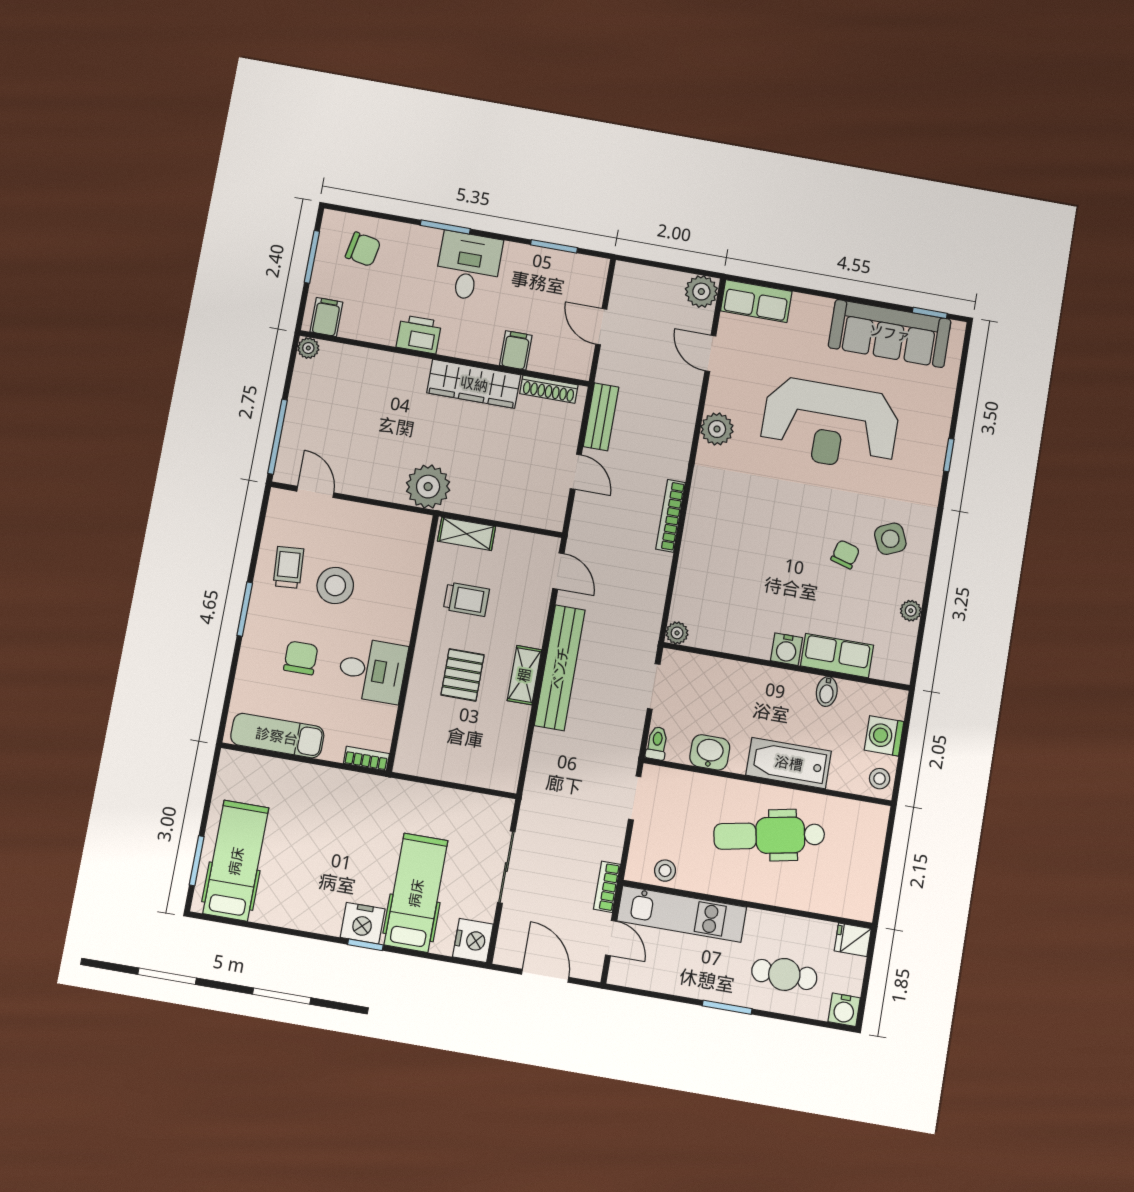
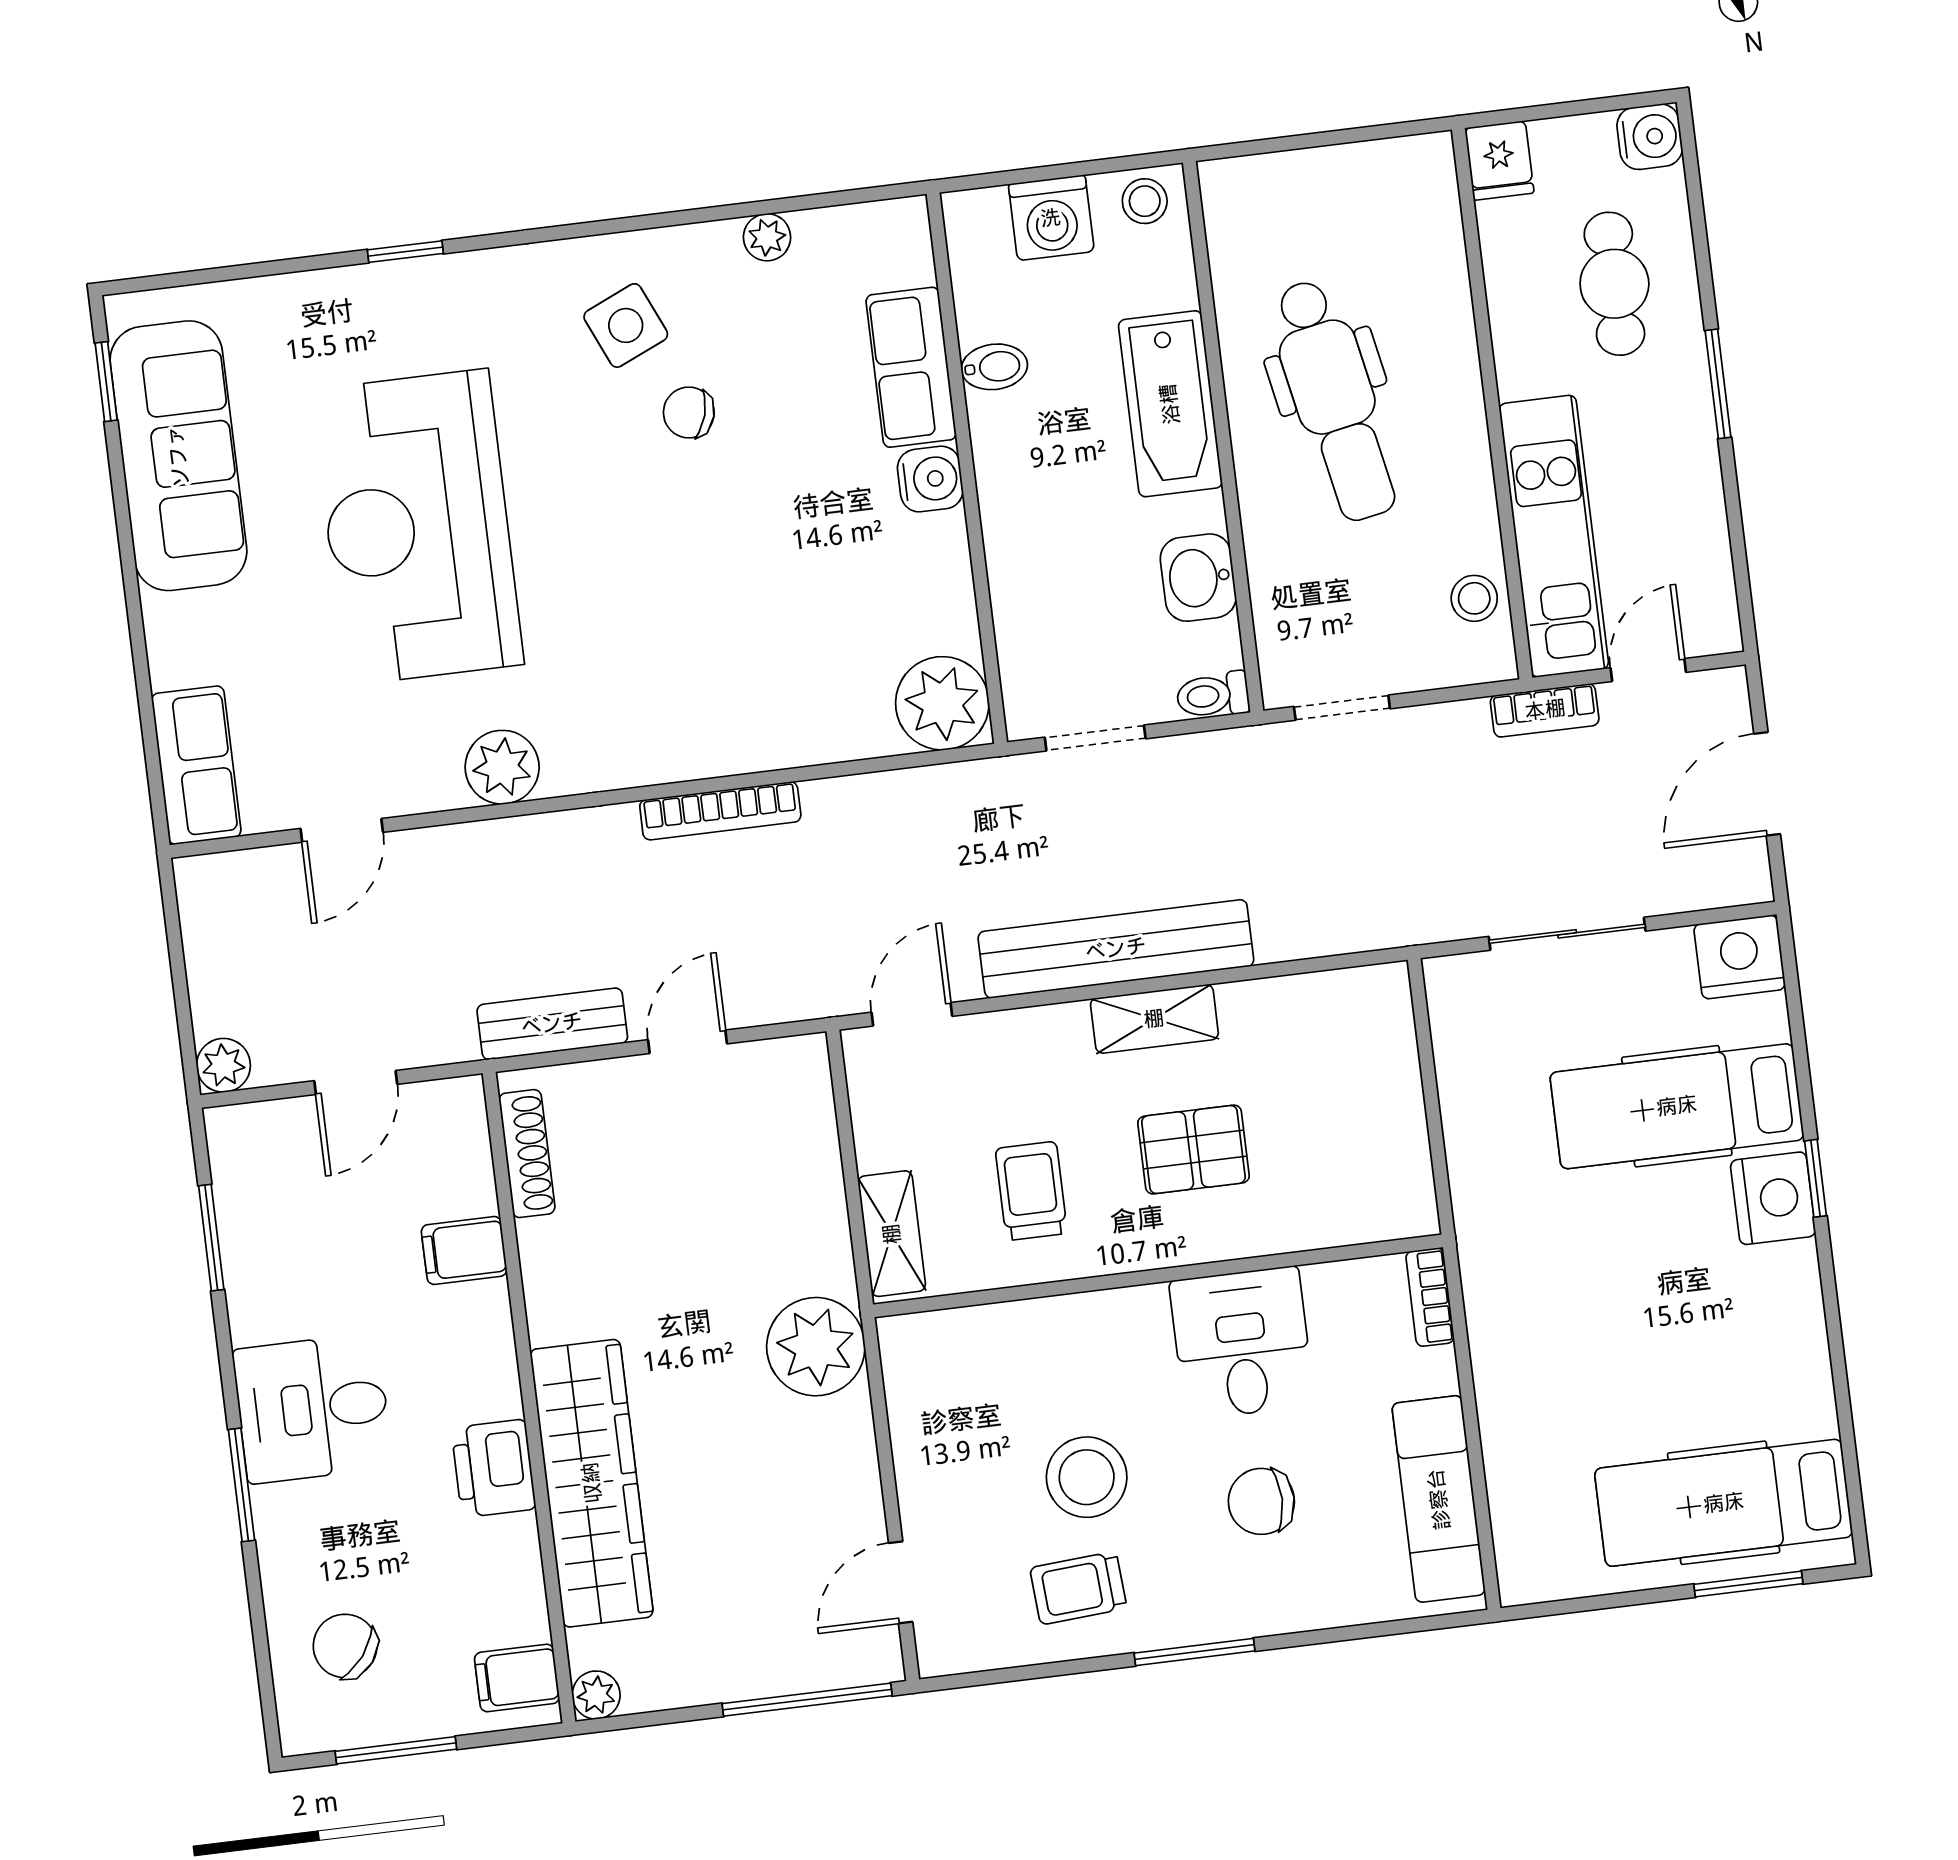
chair: (363, 249) -> (345, 1646), turned -63
plant: (701, 292) -> (223, 1065), moved, width x0.73, depth x0.73
wardrobe: (474, 384) -> (592, 1483), moved, width x1.40, depth x1.17
reception desk: (830, 424) -> (417, 527), turned 180
plant: (677, 633) -> (942, 703), width x1.88, depth x1.88

